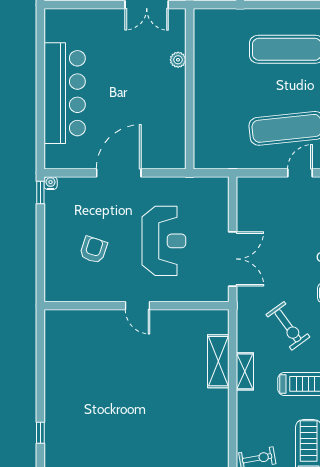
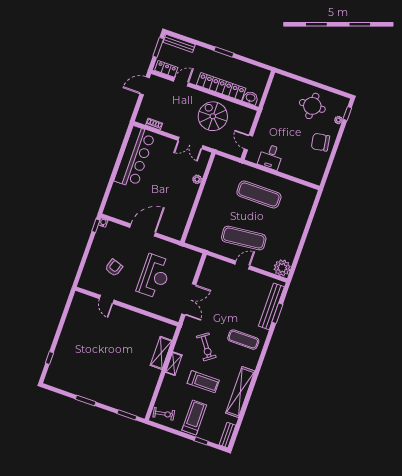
bar counter: (65, 93) -> (135, 157), moved
door: (137, 306) -> (107, 299), moved

